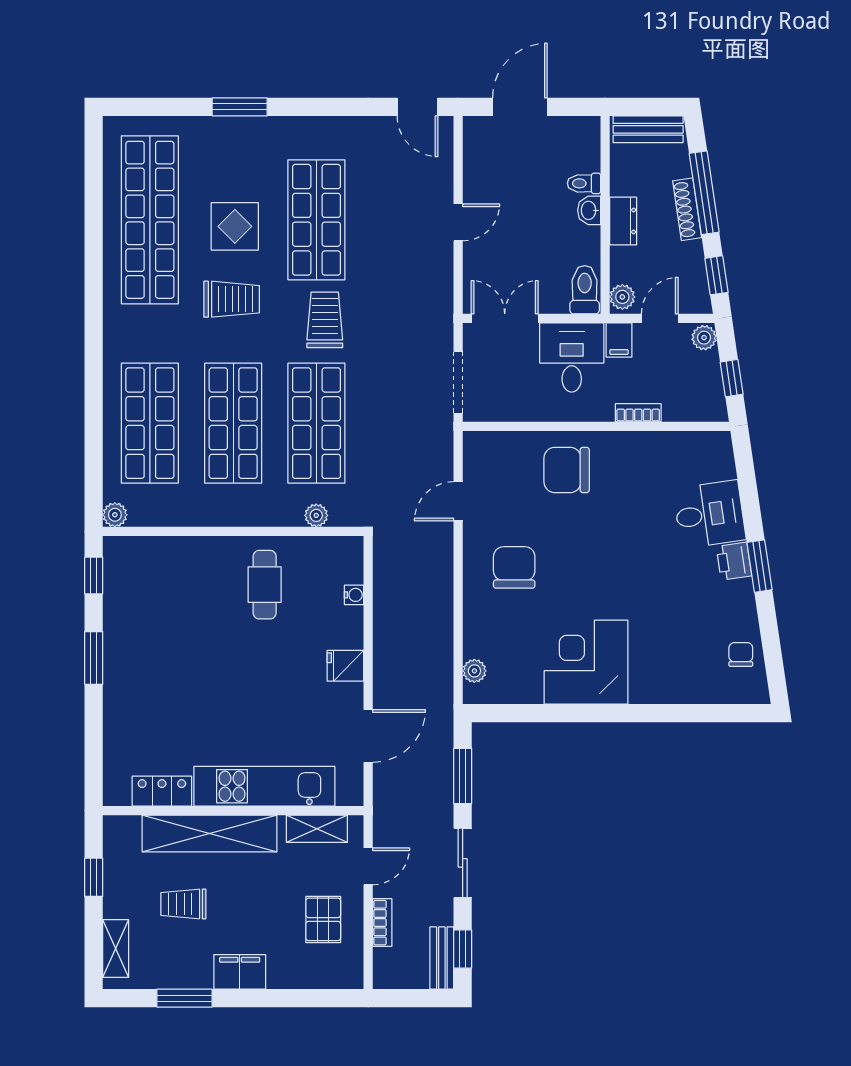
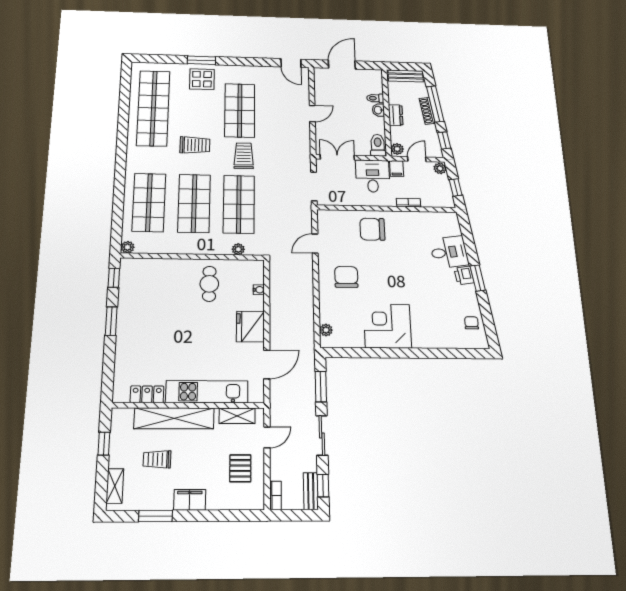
display table: (235, 226) -> (202, 79), moved
fridge: (345, 666) -> (250, 327), width x1.88, depth x1.34
bookcase: (382, 923) -> (275, 495), moved

